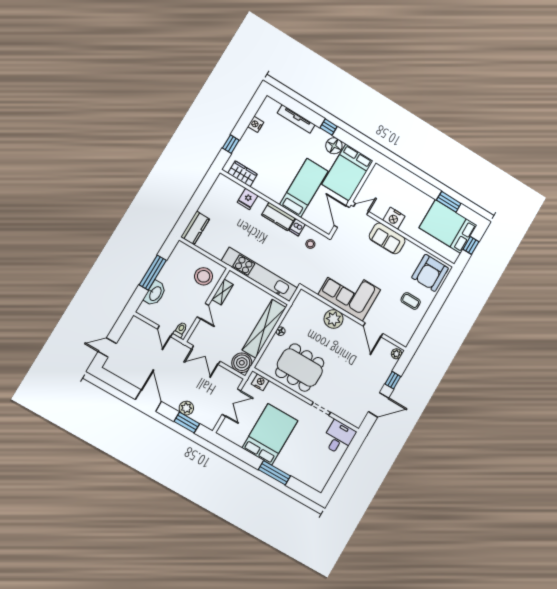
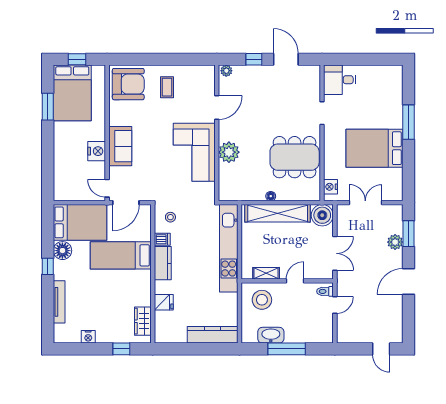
kitchen counter: (195, 228) -> (213, 335), width x1.50
washbasin: (155, 293) -> (271, 335), moved
dining table: (300, 368) -> (295, 157), turned 90

